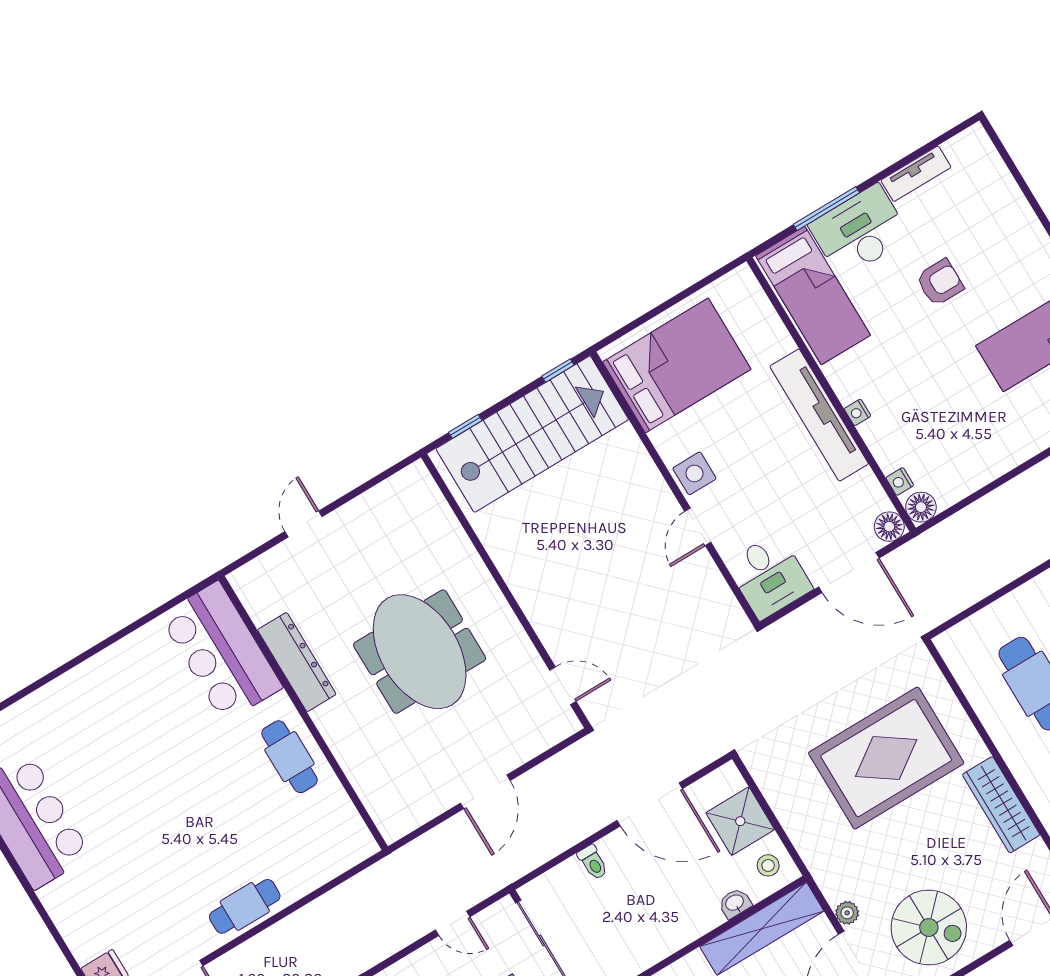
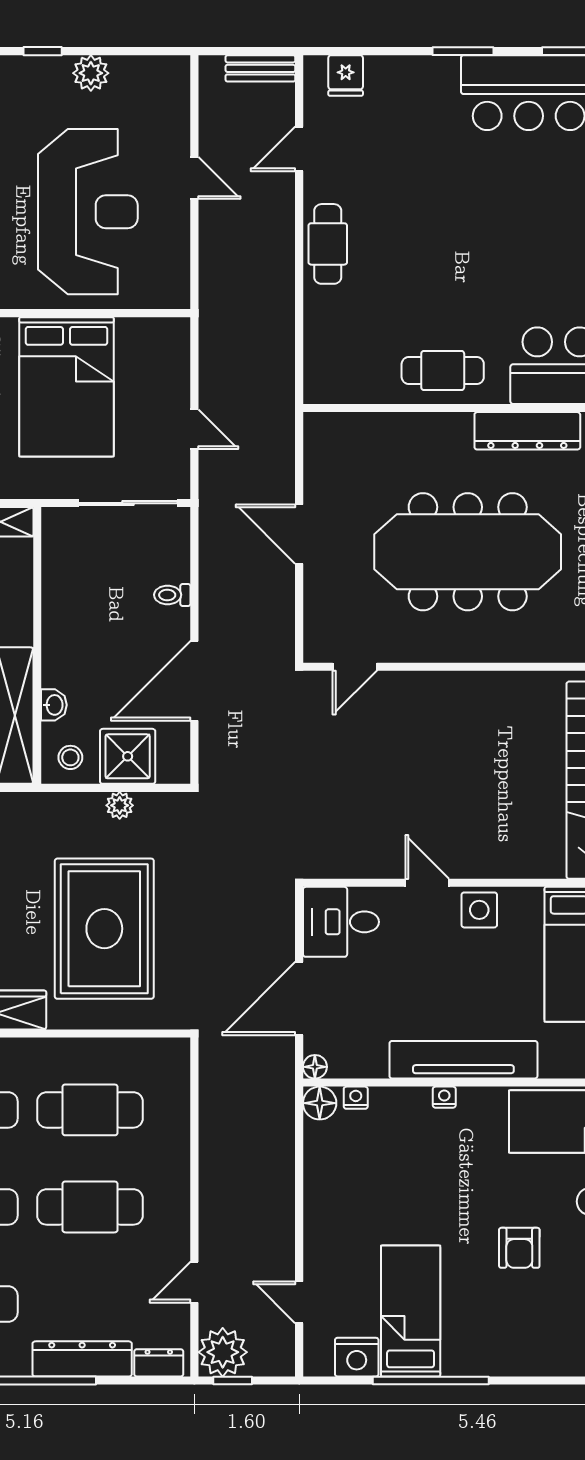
floor lamp: (889, 527) -> (315, 1067), width x0.73, depth x0.73
meeting table: (420, 652) -> (468, 552), width x1.36
plant: (782, 804) -> (120, 805), added
window: (30, 892) -> (463, 51), added
door: (453, 923) -> (194, 429), swing flipped

